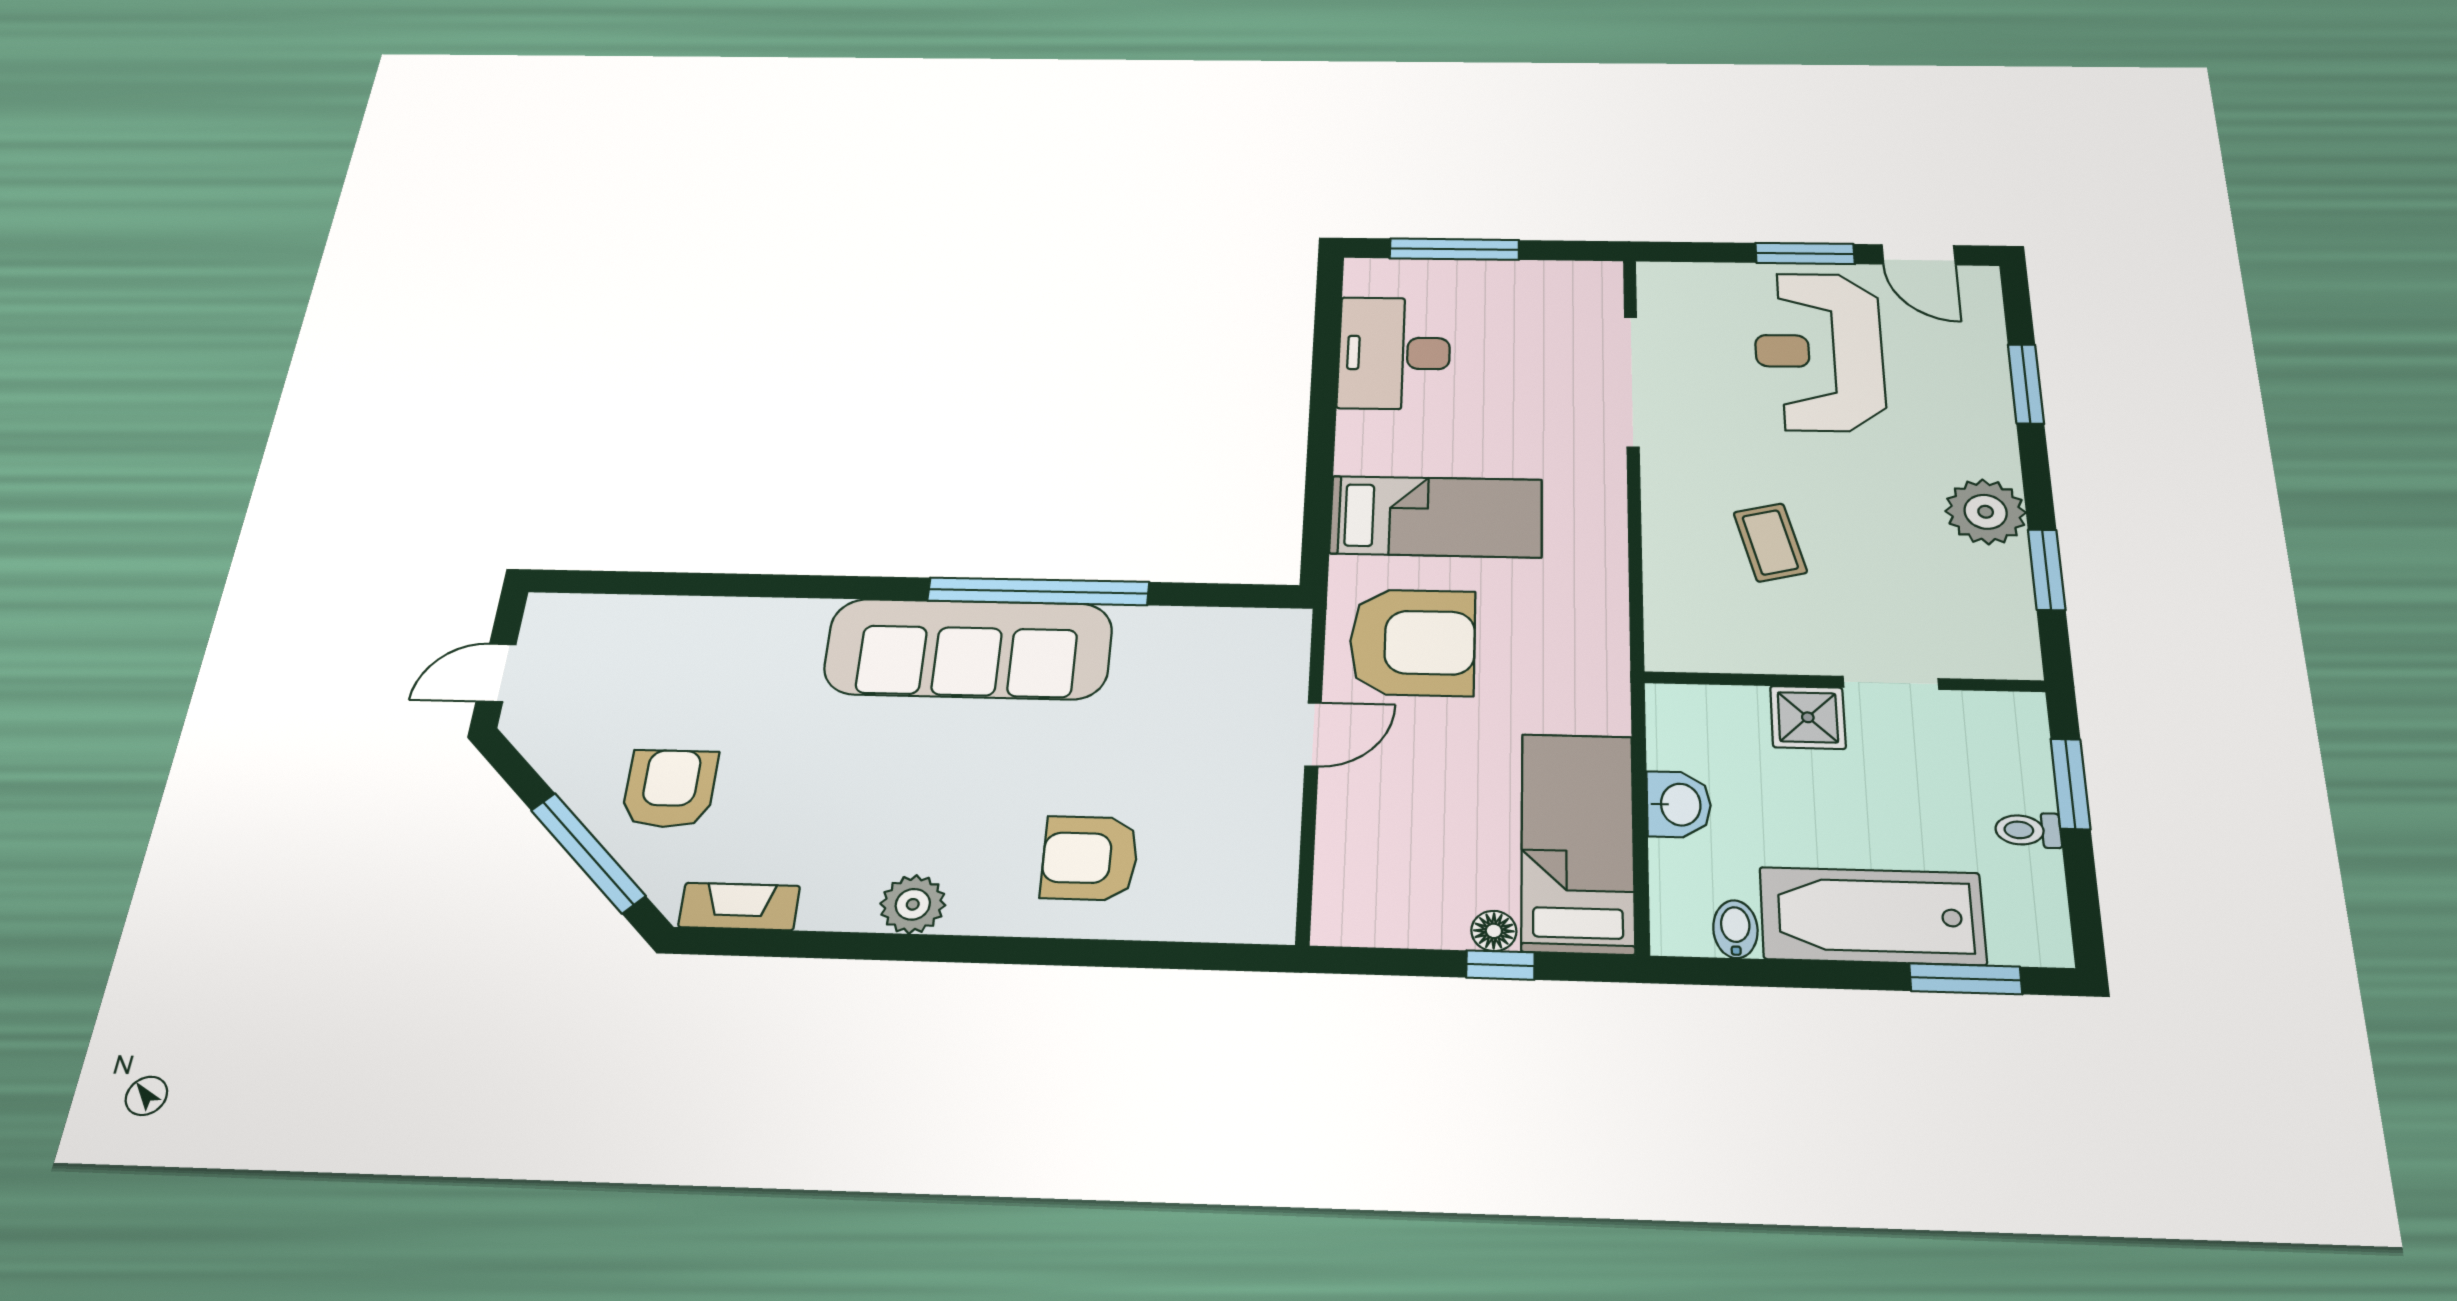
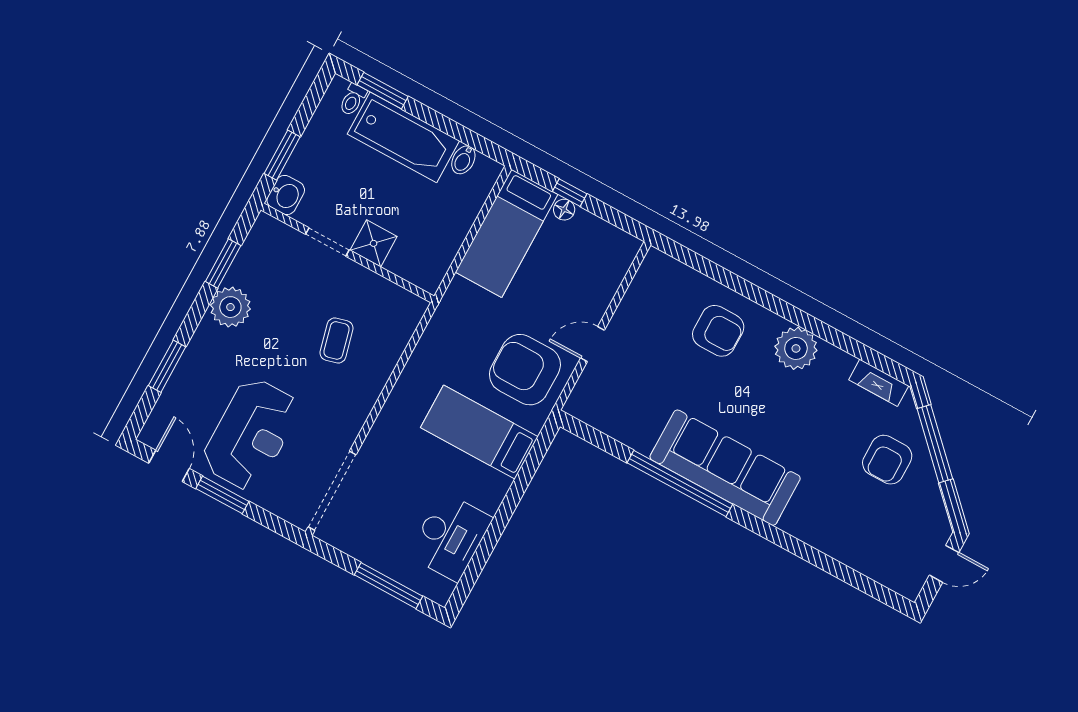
doorway: (1632, 381) -> (332, 491), moved
washbasin: (1679, 805) -> (286, 195), moved, turned 180
toilet: (2028, 830) -> (353, 100), moved, turned 90
plant: (913, 904) -> (796, 348), width x1.36, depth x1.36

